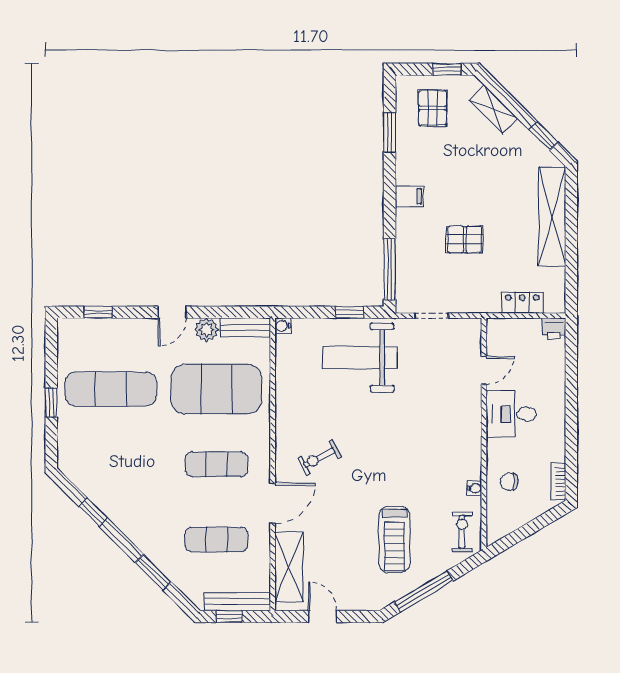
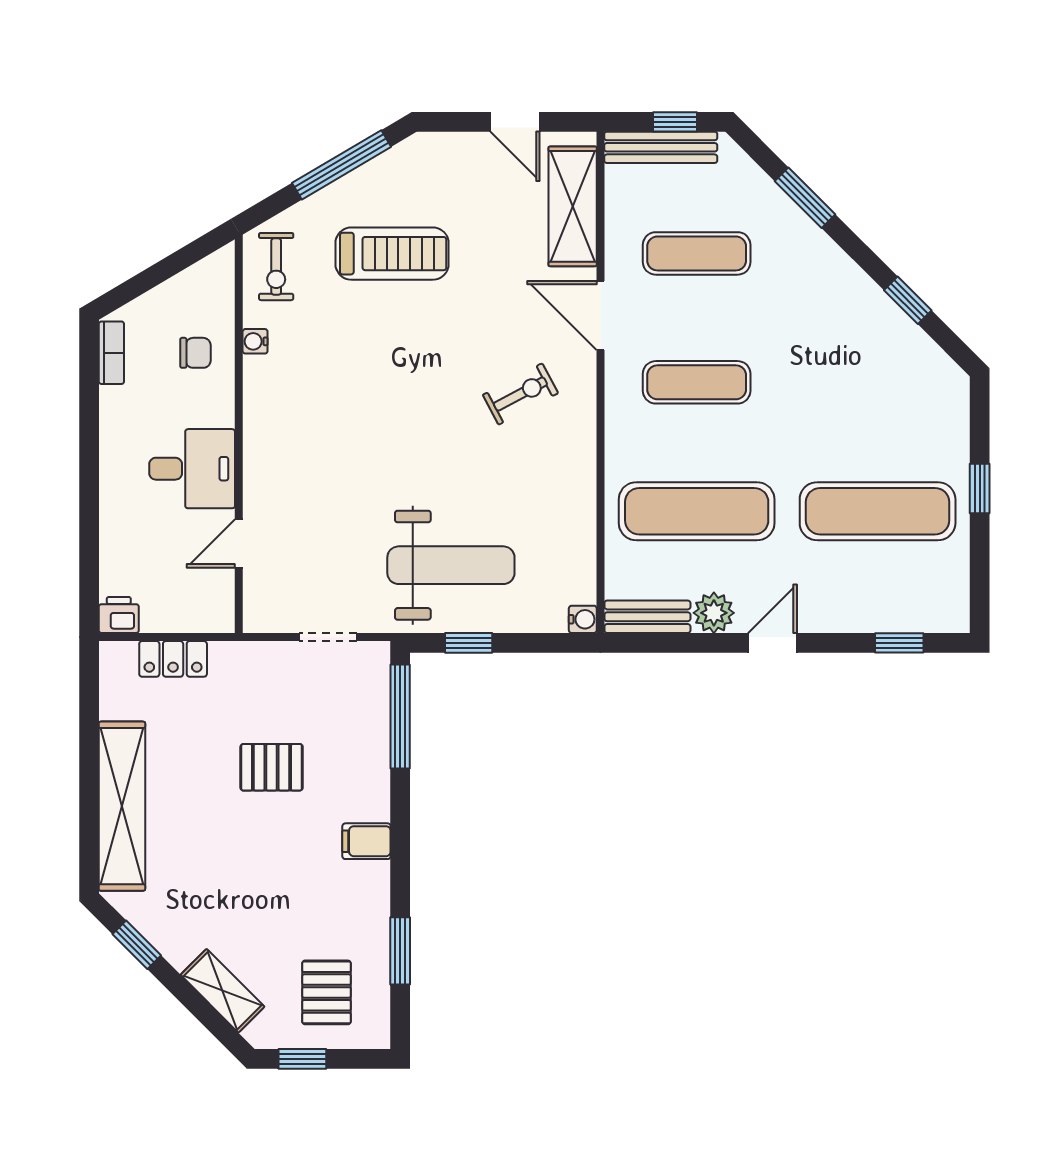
exercise mat: (216, 389) -> (697, 511), width x0.68
door: (273, 503) -> (600, 315), hinge flipped
treadmill: (394, 540) -> (392, 254), turned 90

